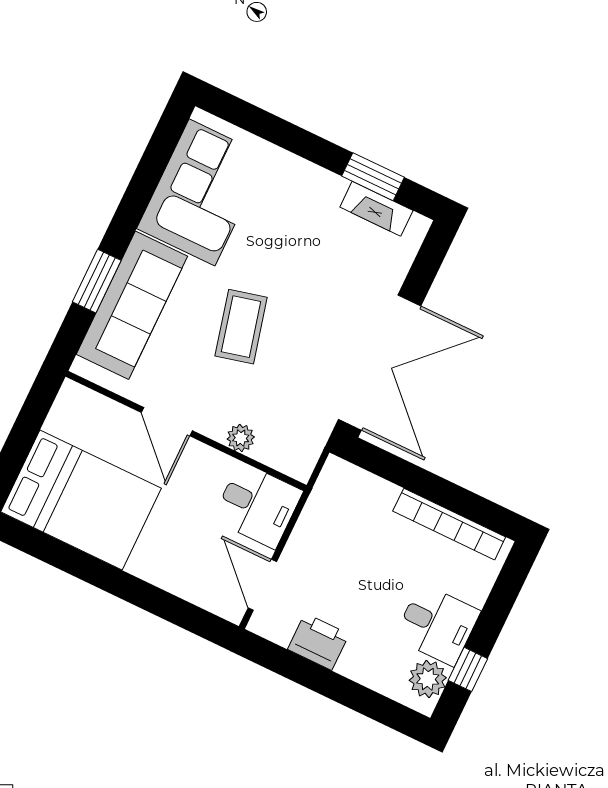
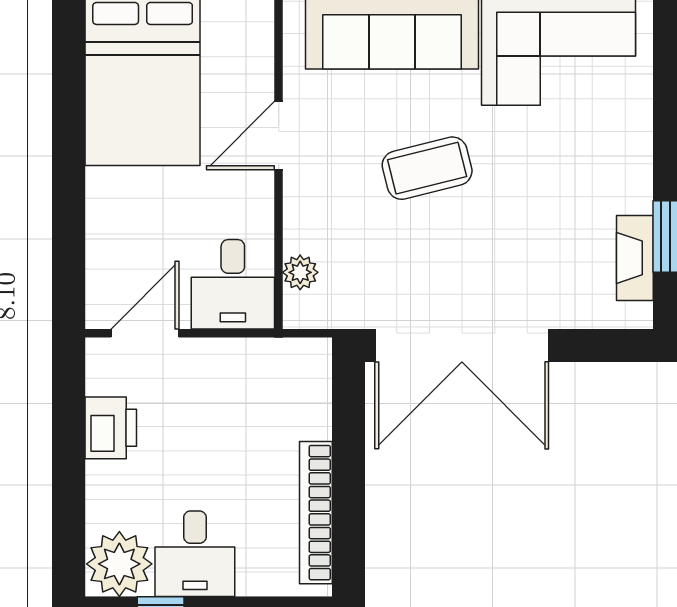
plant: (241, 438) -> (300, 272), moved
plant: (428, 679) -> (119, 564), width x1.36, depth x1.36

